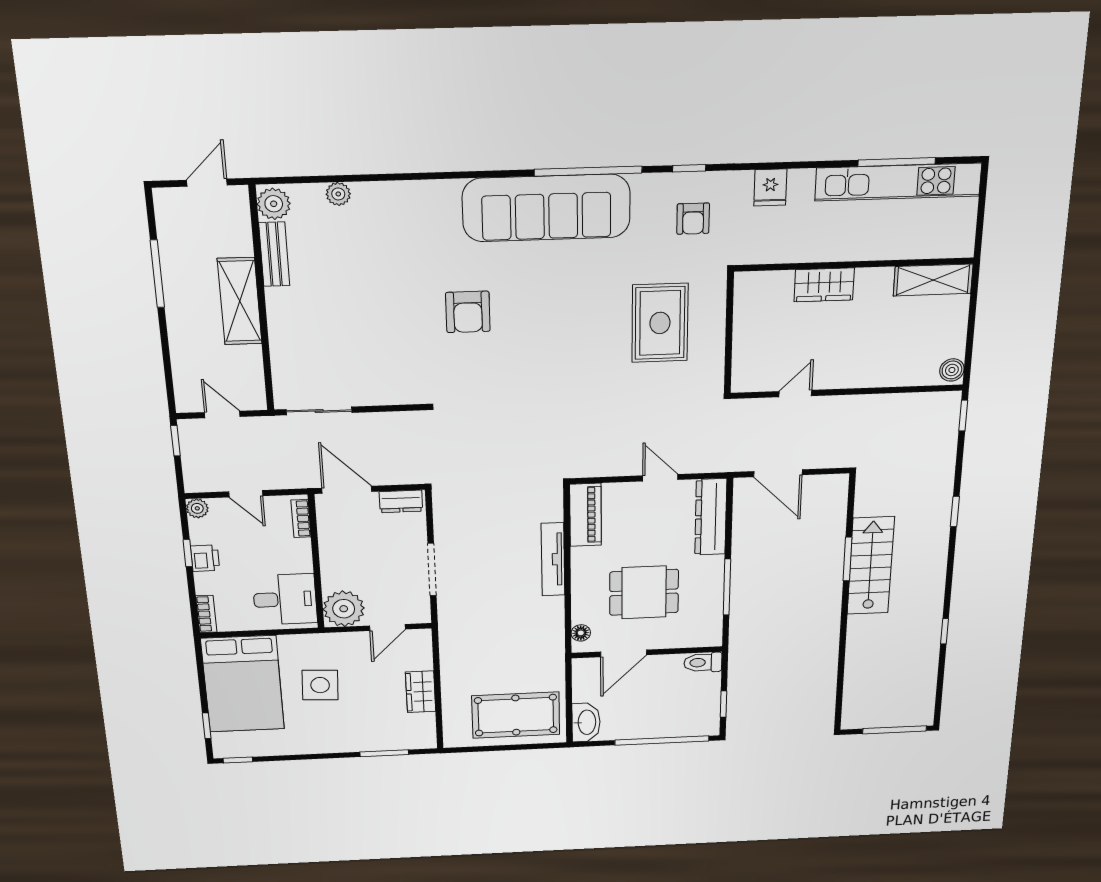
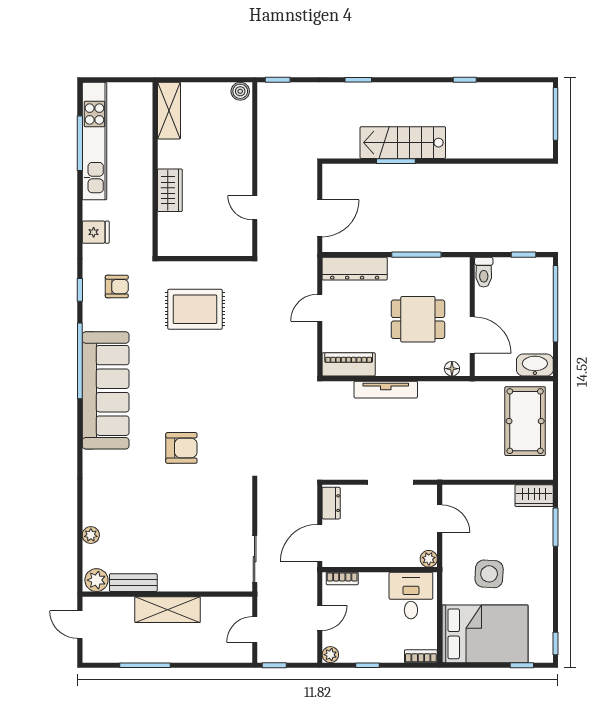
printer: (205, 558) -> (373, 653), removed
dining table: (644, 592) -> (418, 319), turned 90
plant: (344, 609) -> (429, 559), width x0.53, depth x0.53
wardrobe: (421, 692) -> (534, 496), moved

